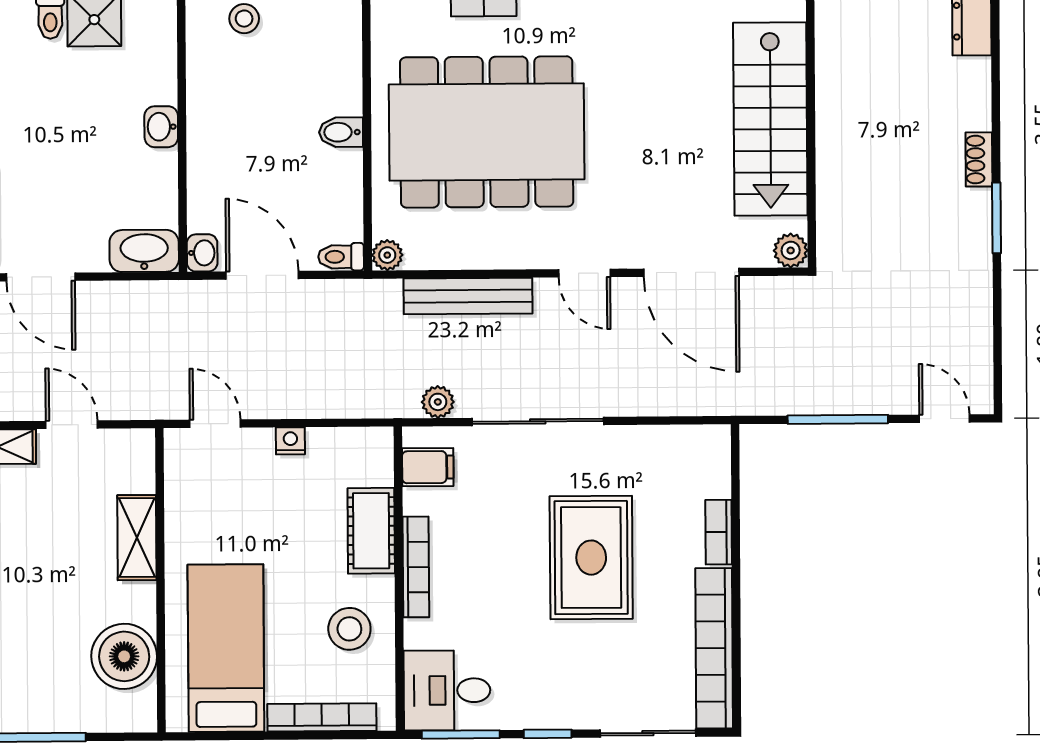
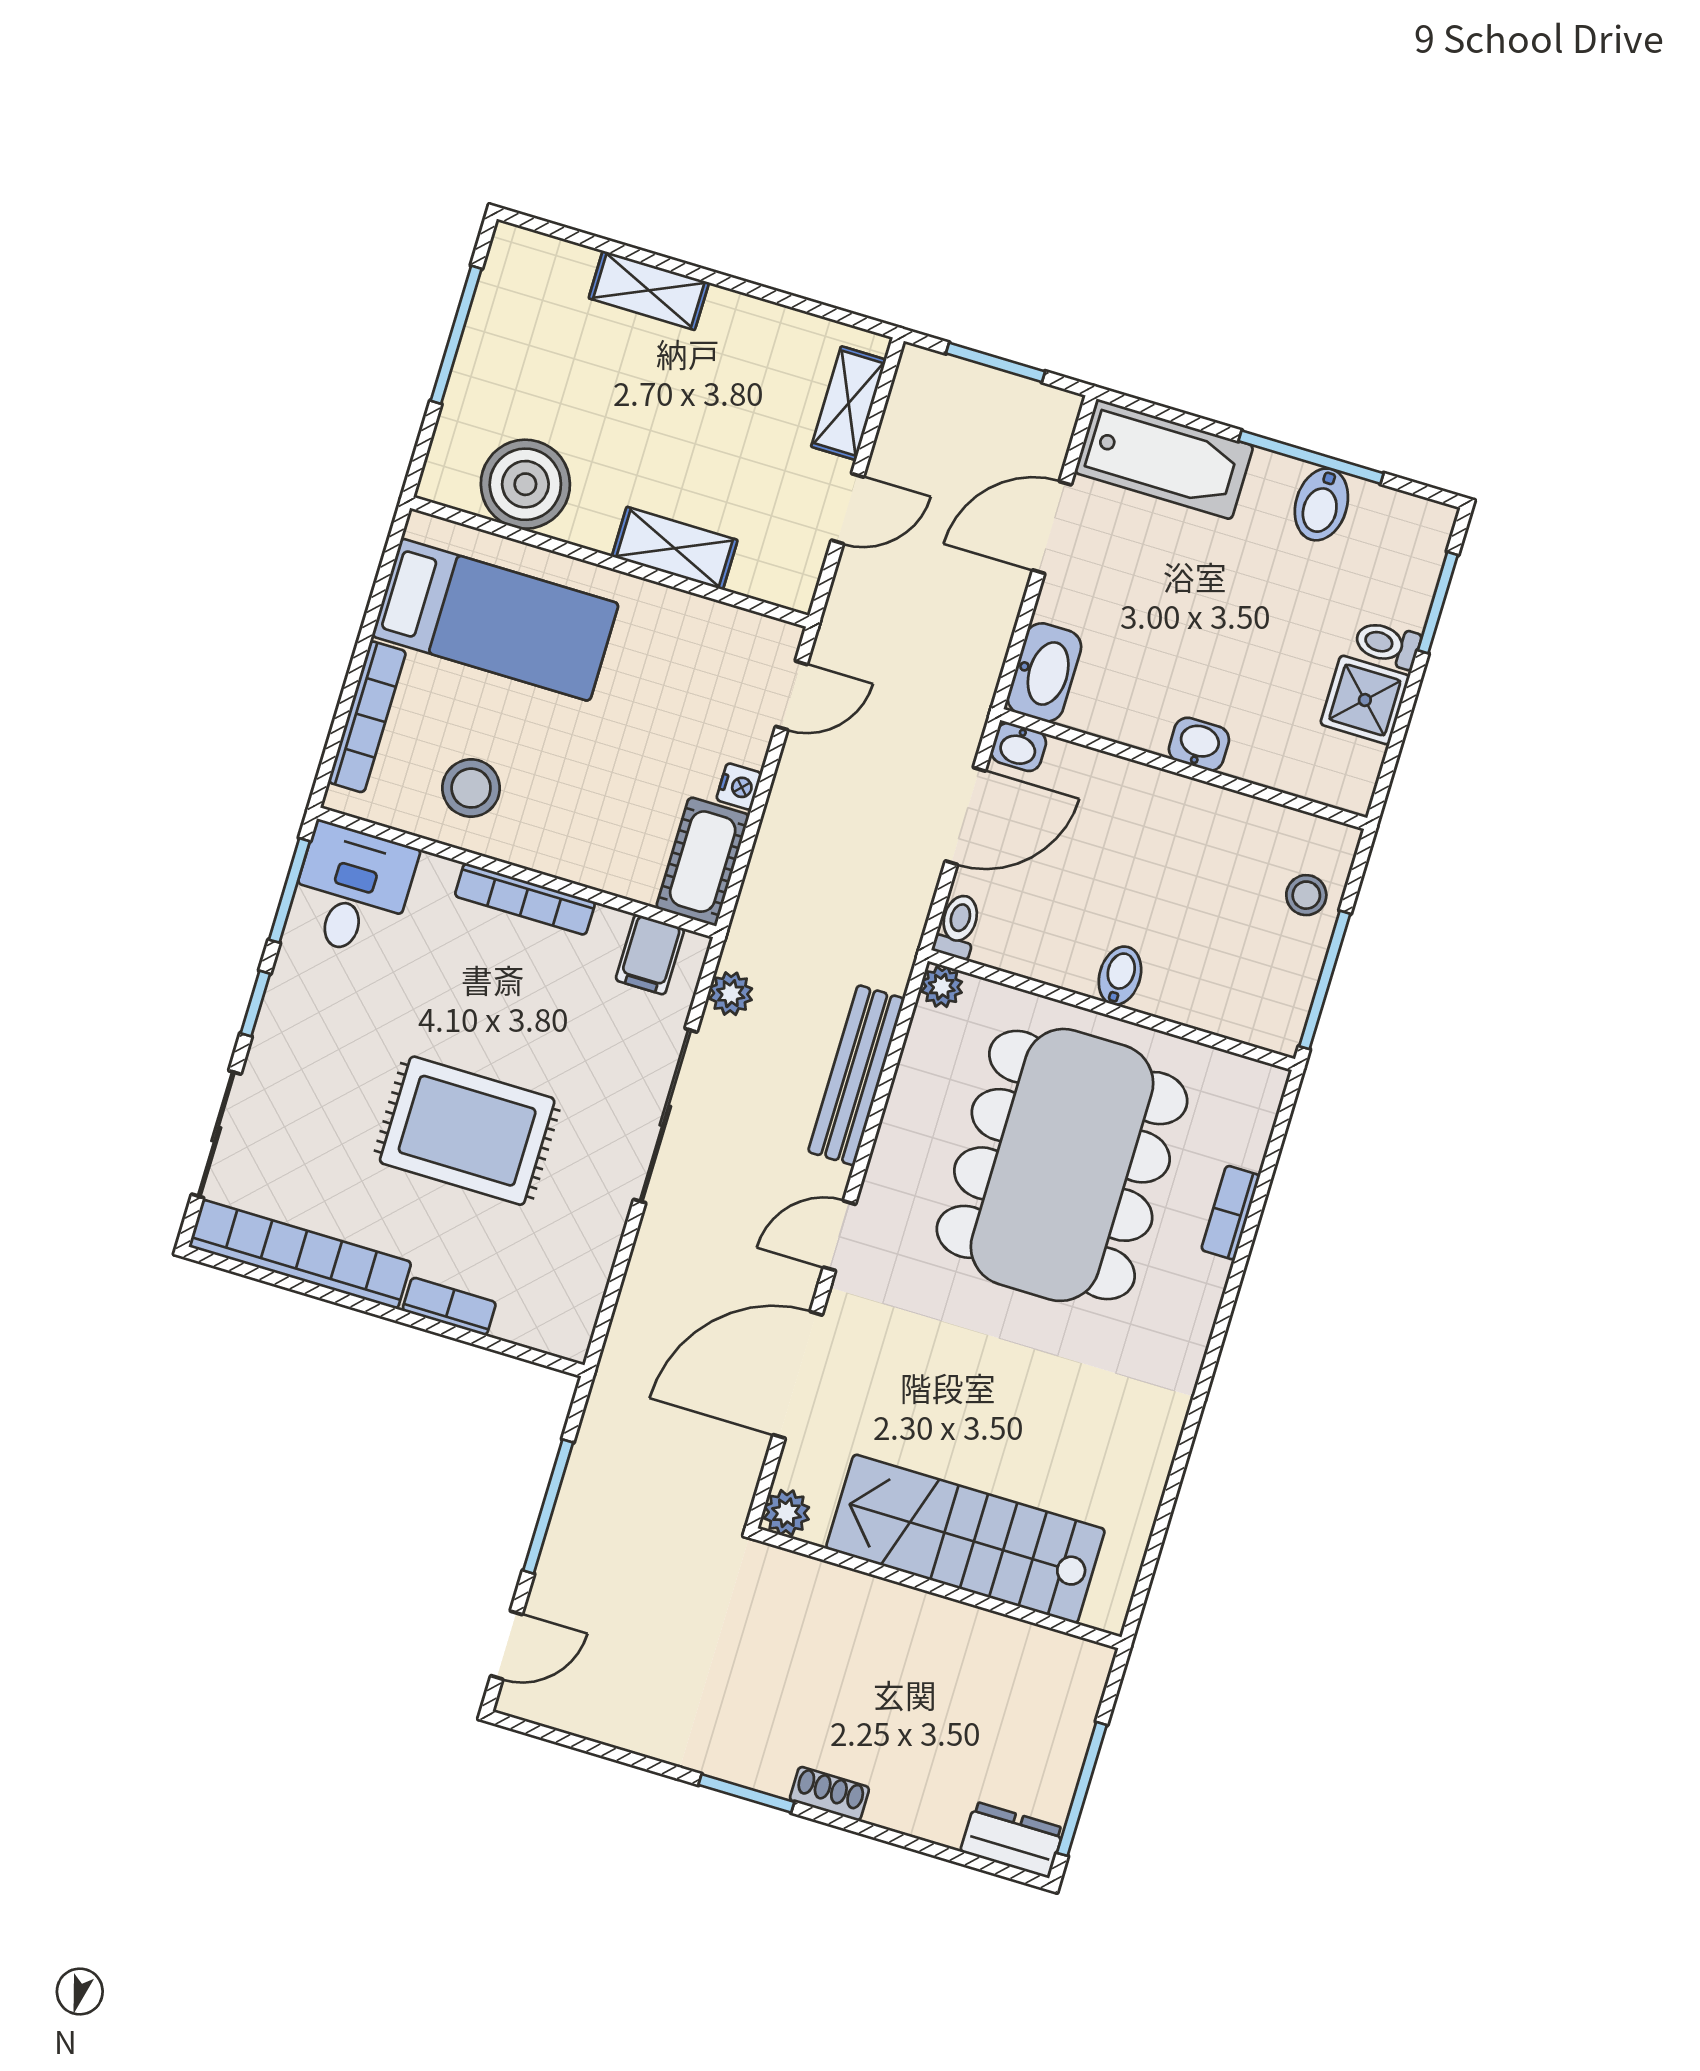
cot: (371, 531) -> (703, 862), moved, turned 90

